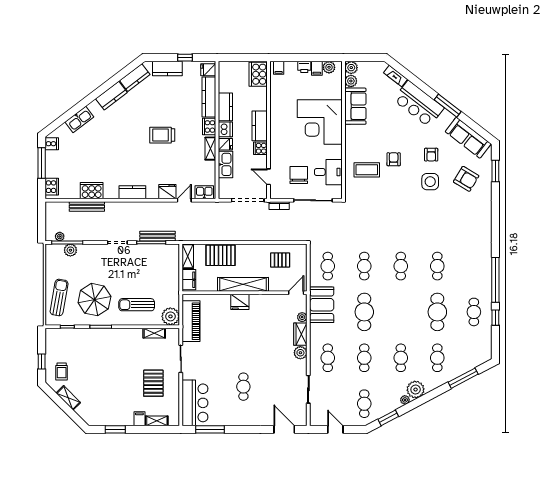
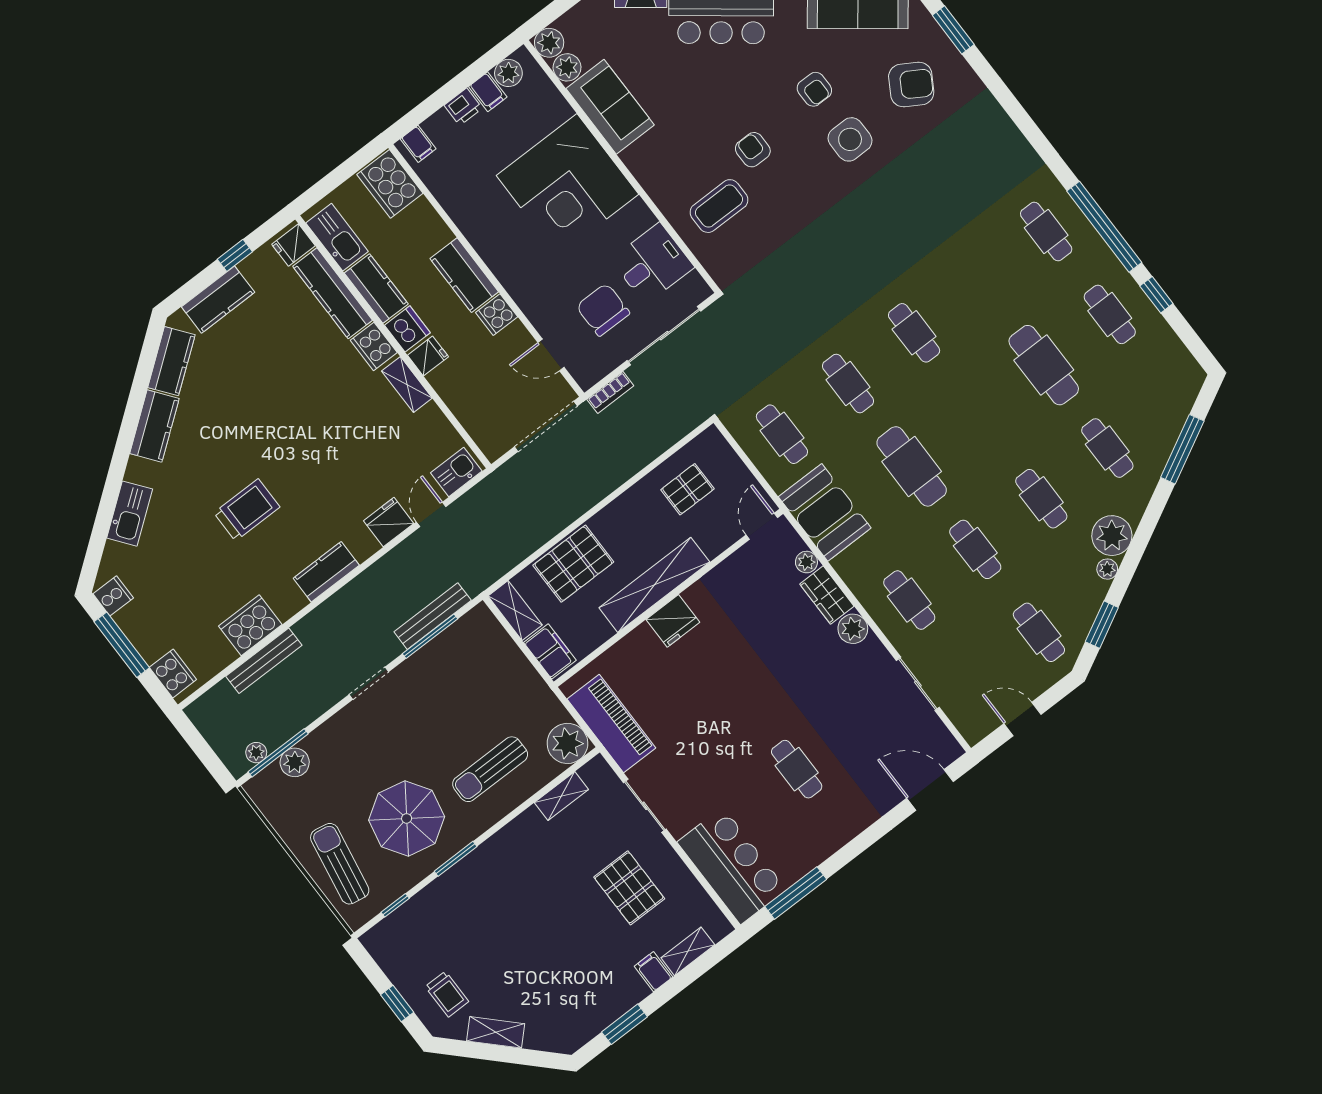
trolley: (162, 135) -> (247, 510), moved, turned 180
kitchen sink: (226, 164) -> (337, 237), moved
cafe table: (437, 266) -> (1046, 231), moved

